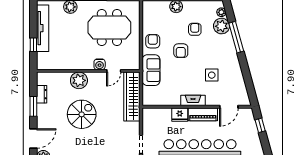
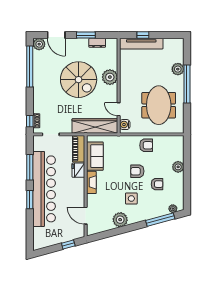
plant: (222, 26) -> (120, 220), moved
tv unit: (43, 28) -> (141, 44), moved
window: (236, 37) -> (160, 220), moved
water cooler: (100, 64) -> (125, 125), moved
sofa: (151, 70) -> (95, 156), moved, turned -90
side table: (212, 75) -> (131, 199), moved
spiral stairs: (82, 114) -> (79, 80), width x1.37, depth x1.37
piano: (203, 114) -> (79, 149), moved

